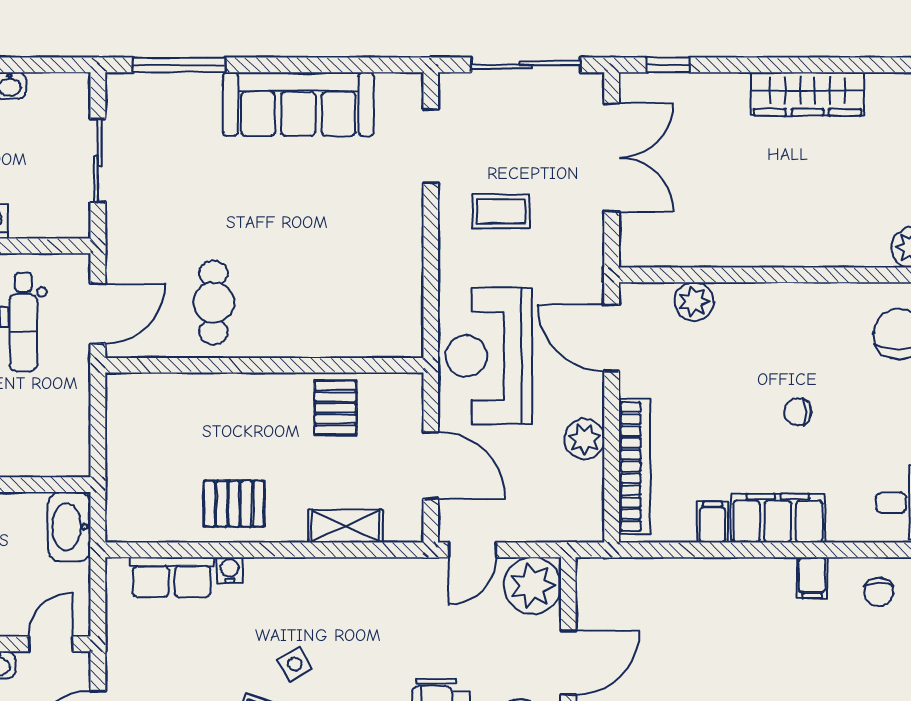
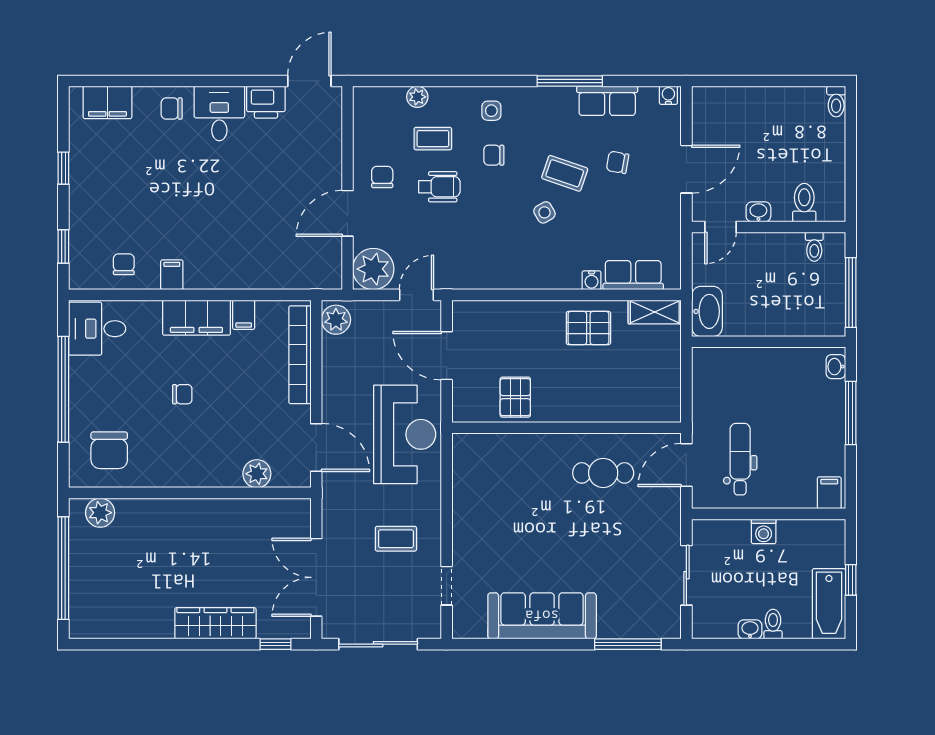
wardrobe: (807, 94) -> (215, 623), moved
doorway: (431, 146) -> (447, 586), width x0.73
cafe table: (213, 303) -> (603, 473), turned 90
plant: (584, 439) -> (336, 320), moved
shelving: (345, 526) -> (655, 312), moved

